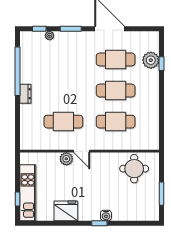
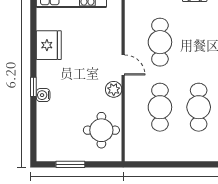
door: (82, 151) -> (123, 65), swing flipped
plant: (66, 159) -> (114, 89), moved

